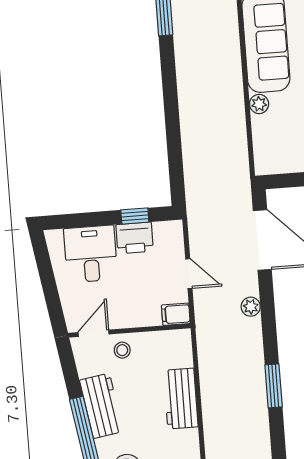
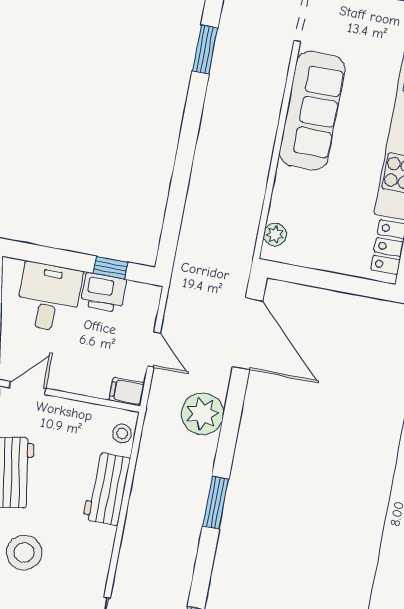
plant: (259, 104) -> (275, 235), moved
plant: (251, 307) -> (203, 414), width x1.88, depth x1.88
stool: (122, 350) -> (122, 434), moved

